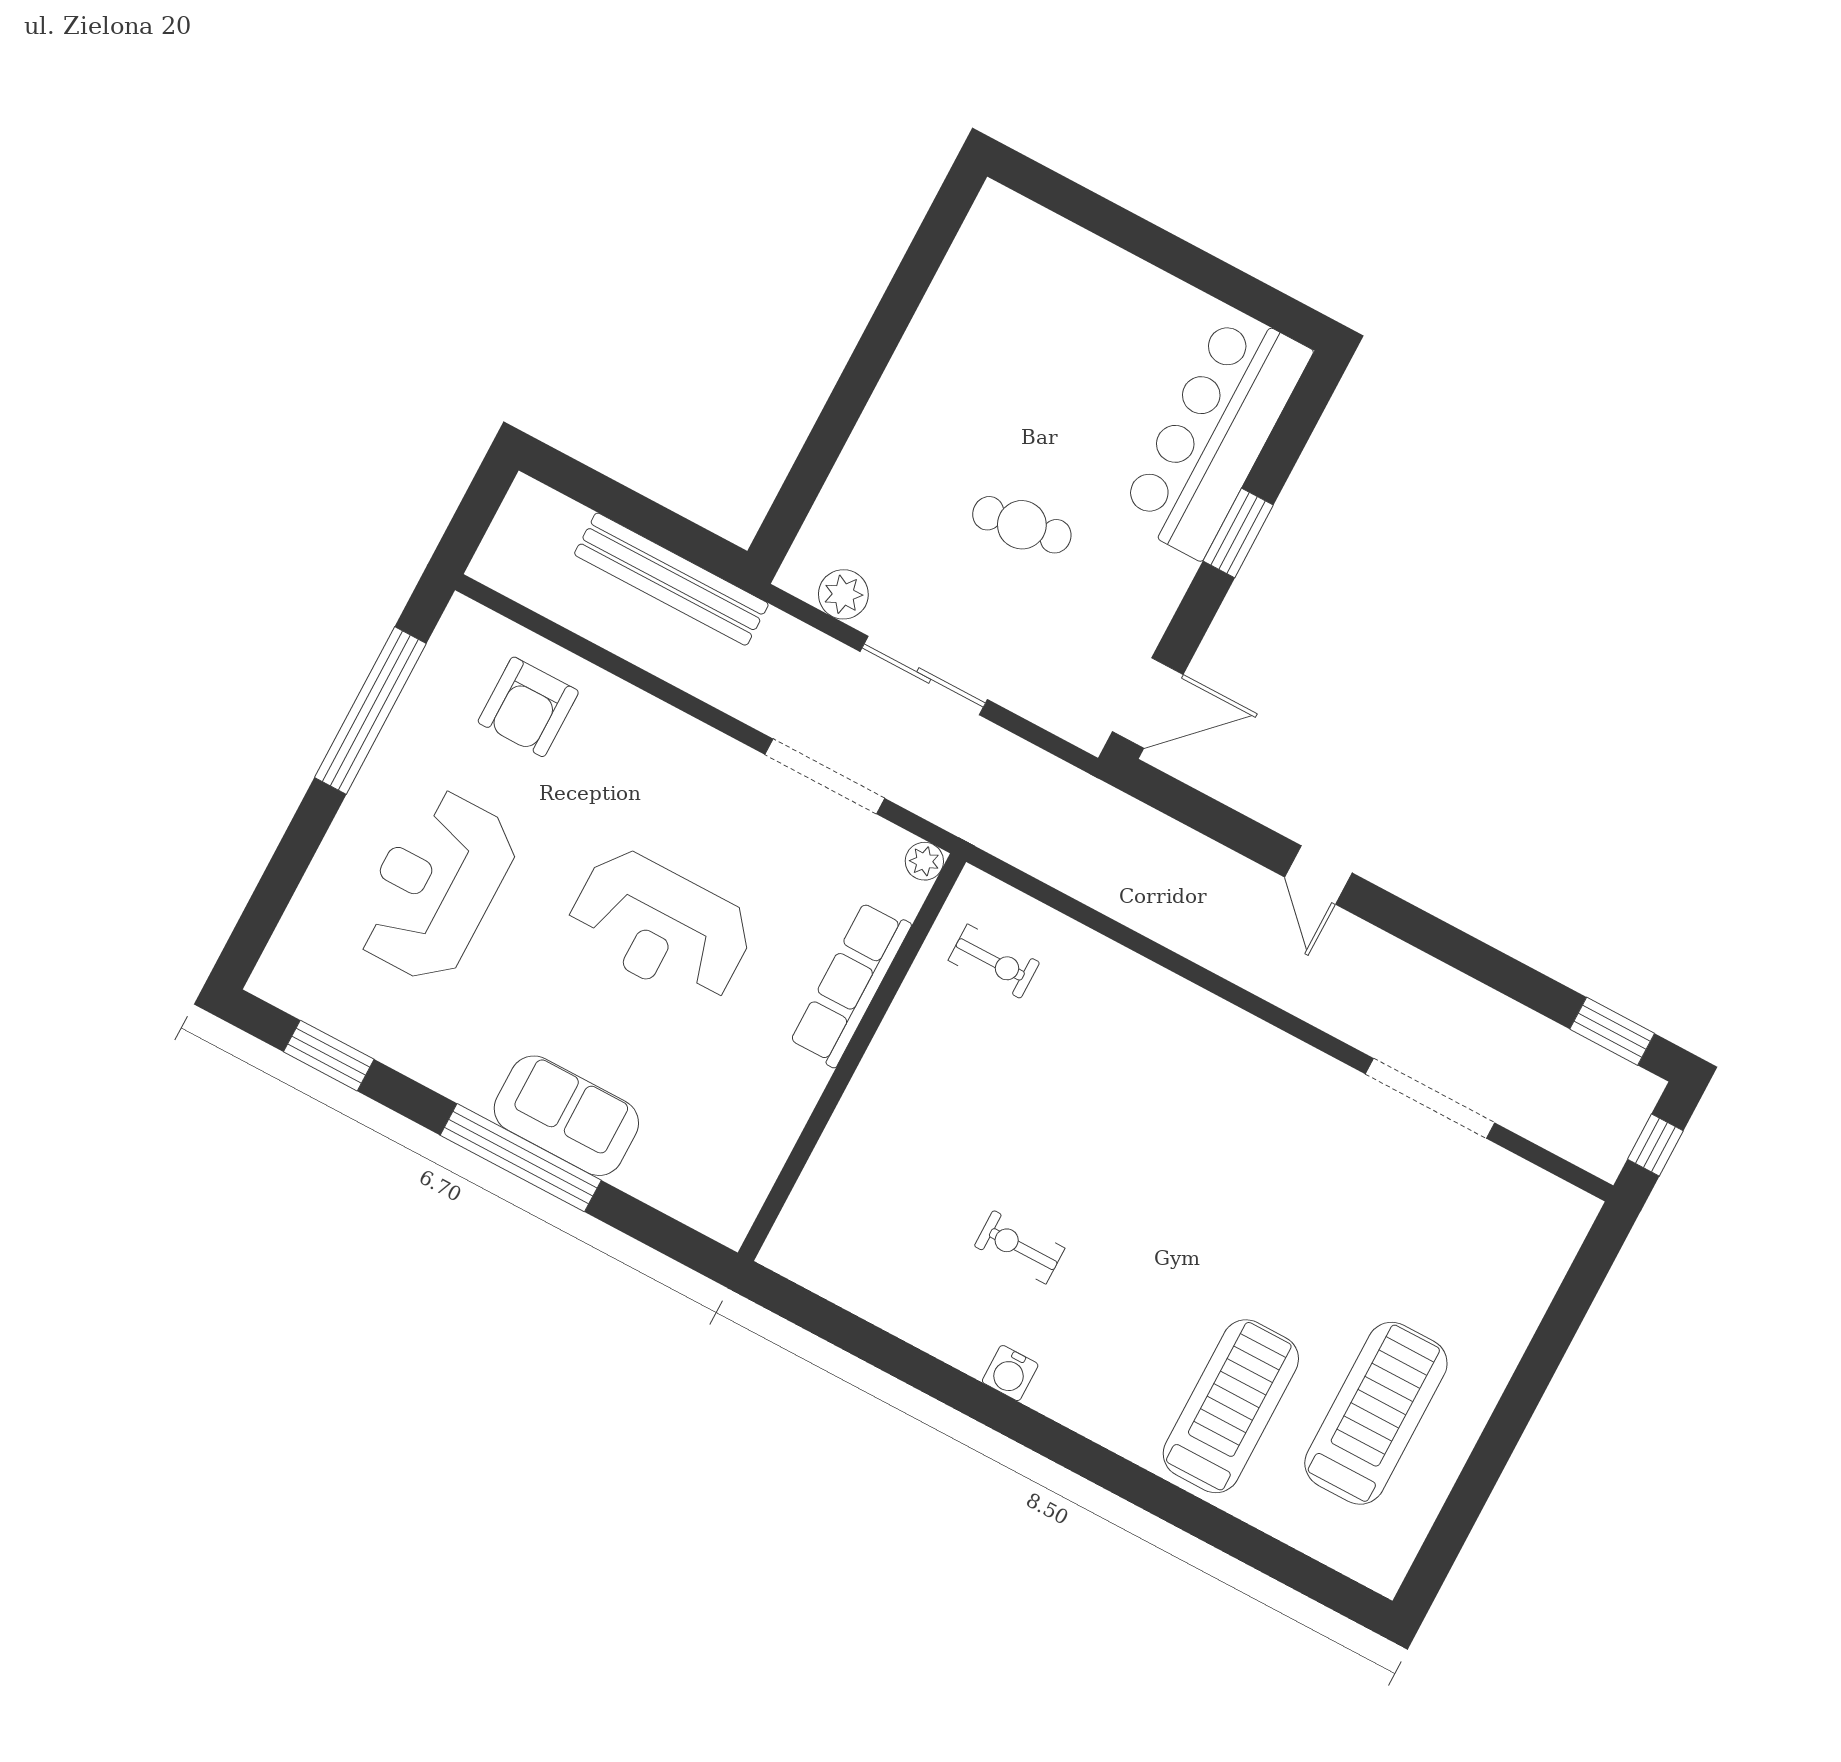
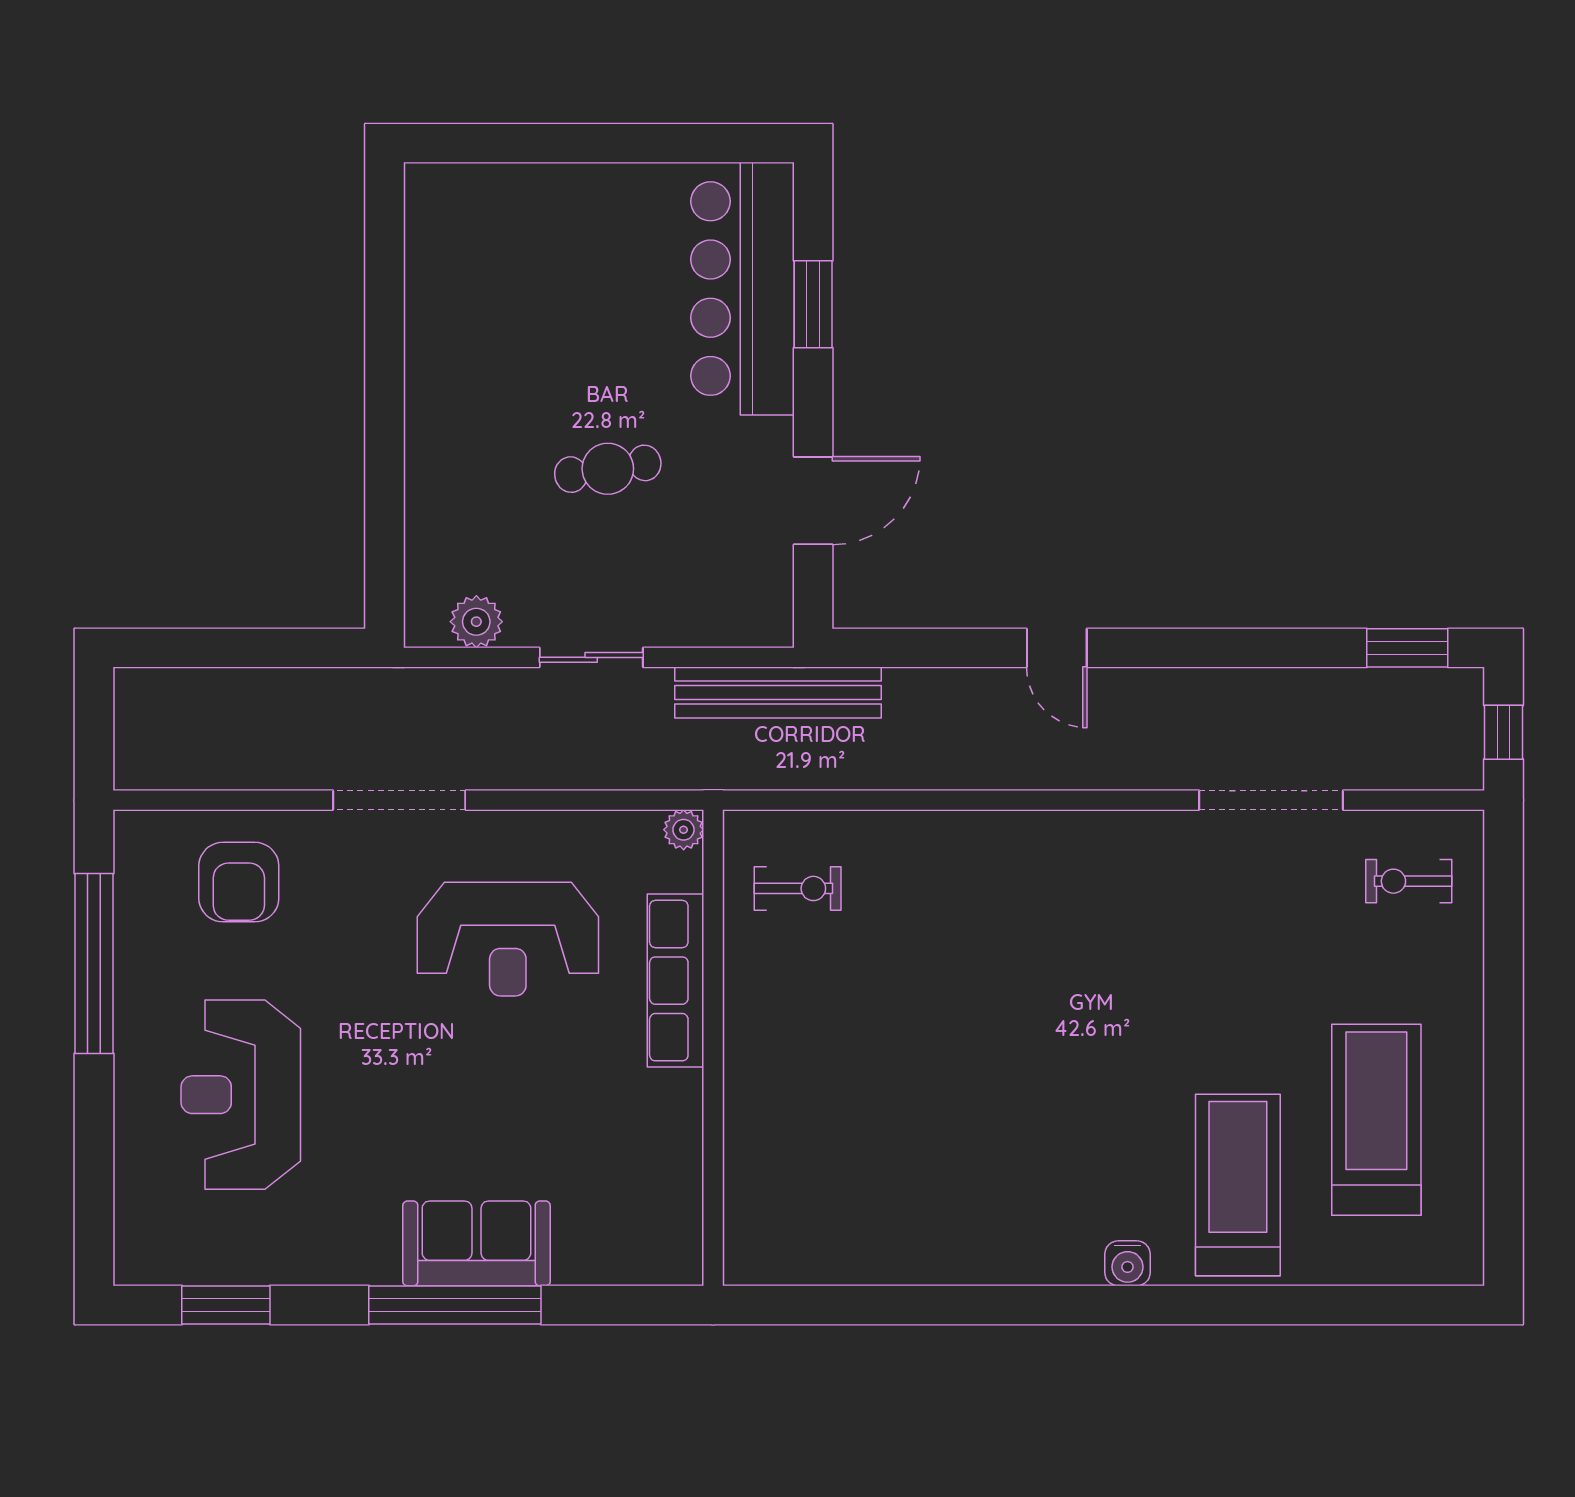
window: (1238, 533) -> (813, 304), moved
bench: (671, 579) -> (778, 693), moved
sliding door: (924, 675) -> (591, 657), width x0.73
door: (1148, 703) -> (813, 501), moved
doorway: (825, 776) -> (399, 800), moved
reception desk: (660, 927) -> (508, 939), moved
exercise bike: (1020, 1247) -> (1409, 881), moved
water cooler: (1010, 1373) -> (1128, 1263), moved

